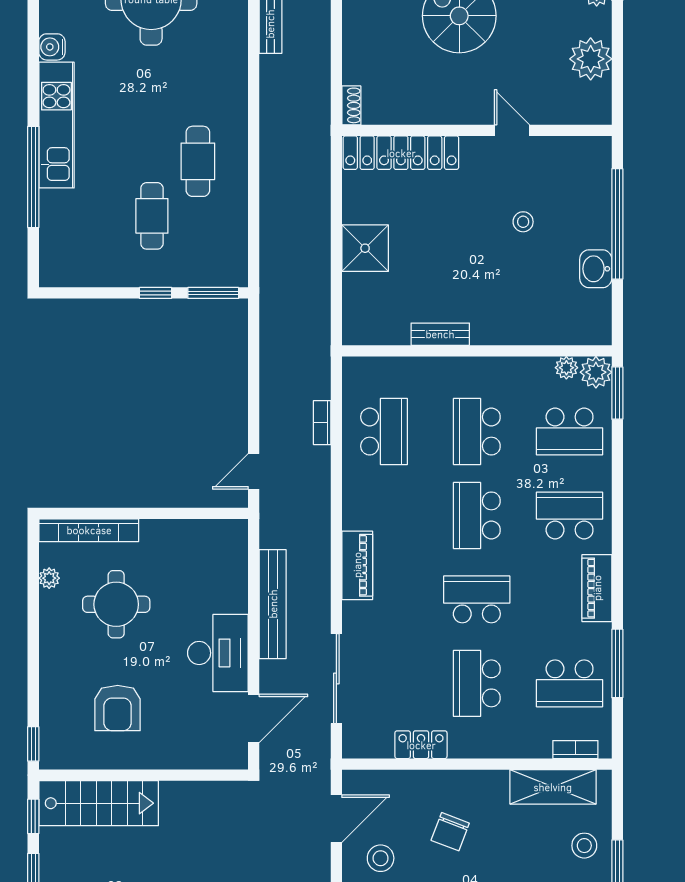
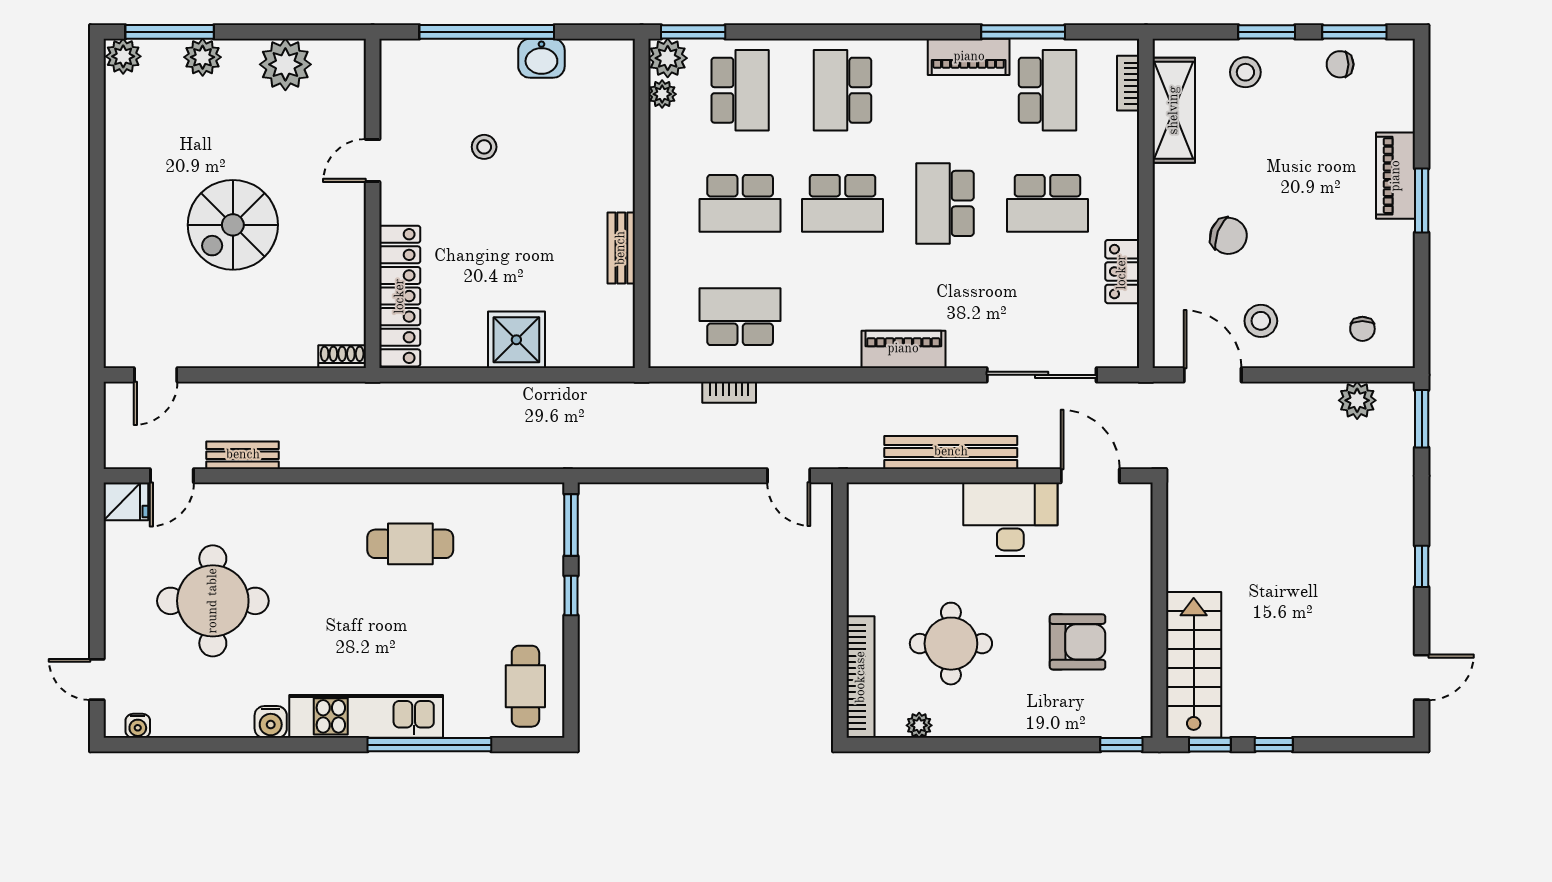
cafe table: (152, 216) -> (525, 686), moved, turned 90
piano: (597, 588) -> (969, 57), moved

